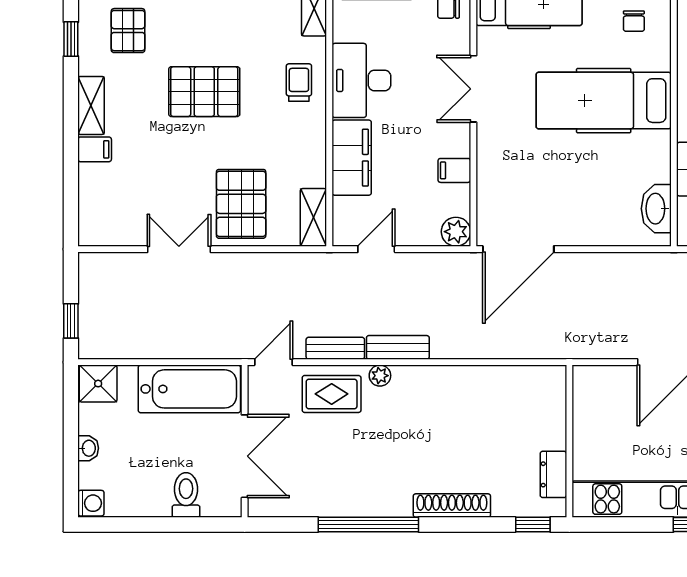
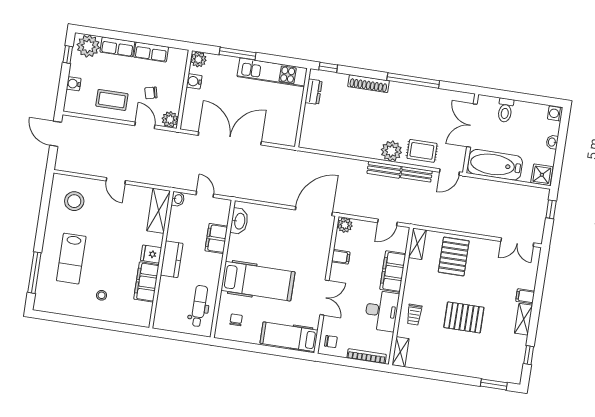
pallet: (128, 31) -> (498, 355), removed
double door: (179, 249) -> (517, 242), moved
plant: (380, 376) -> (391, 151), width x1.87, depth x1.87

